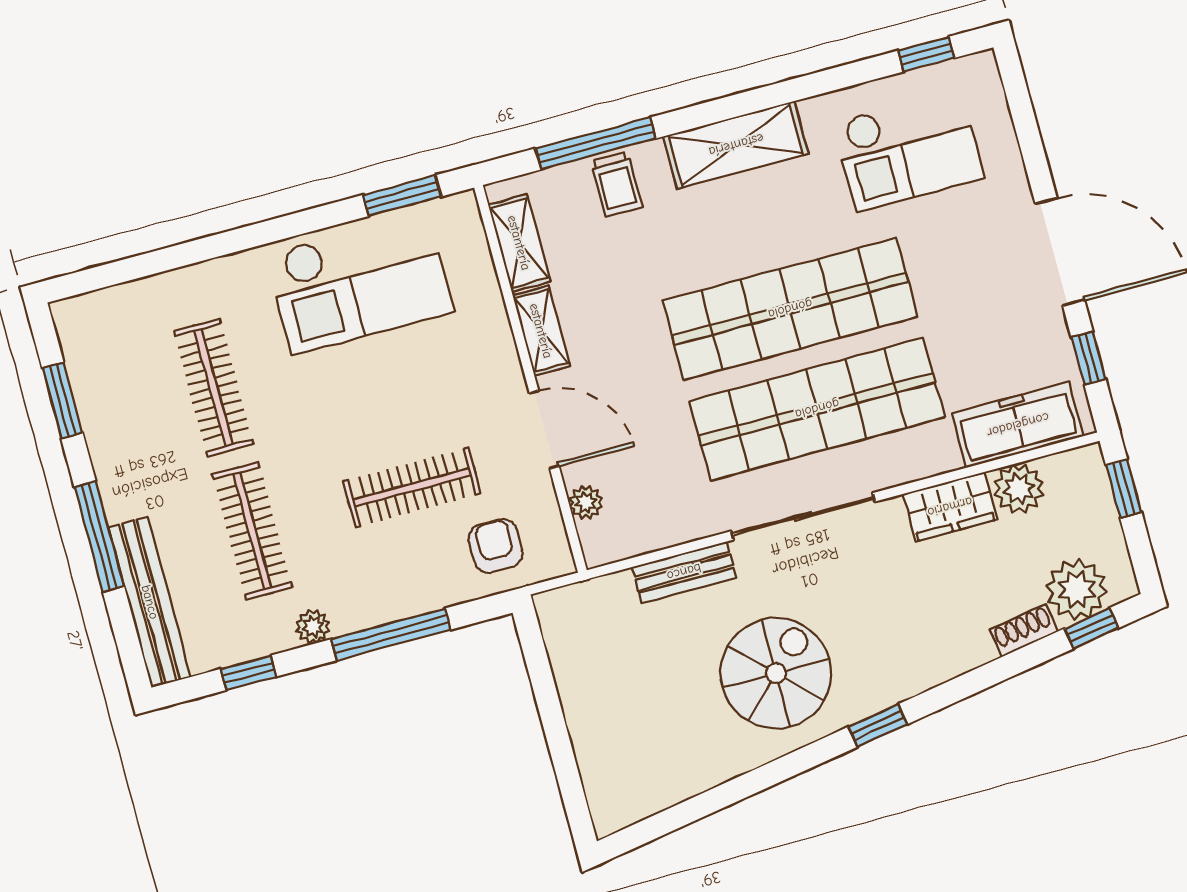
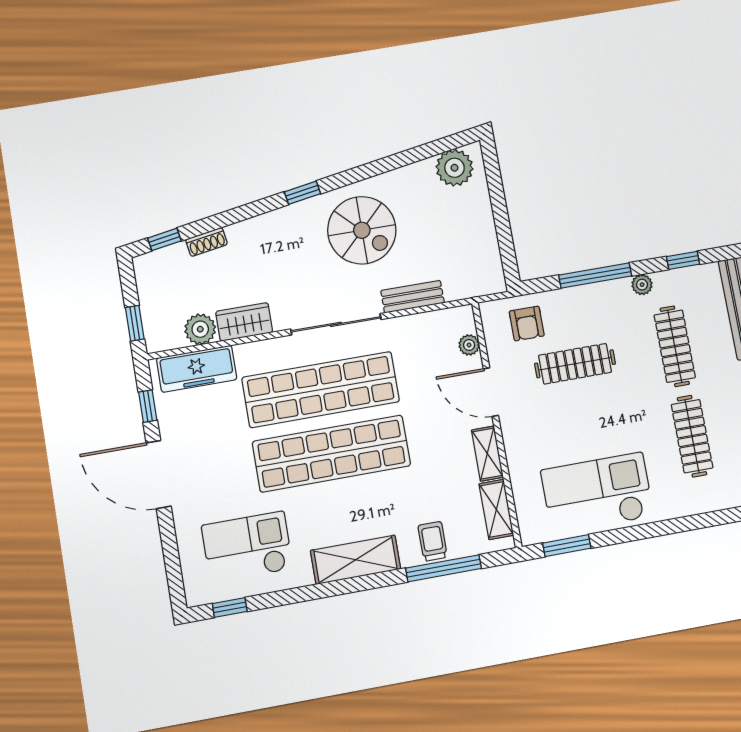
plant: (1077, 590) -> (455, 168), moved
spiral stairs: (776, 673) -> (362, 230), turned -90

